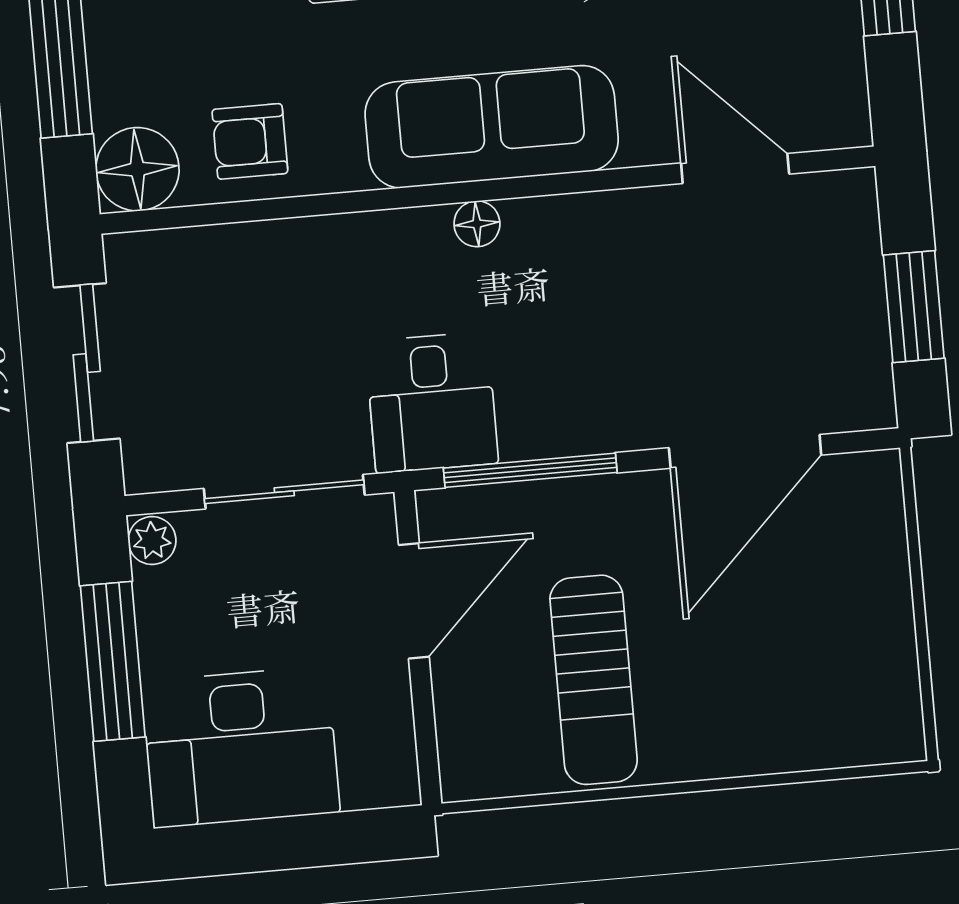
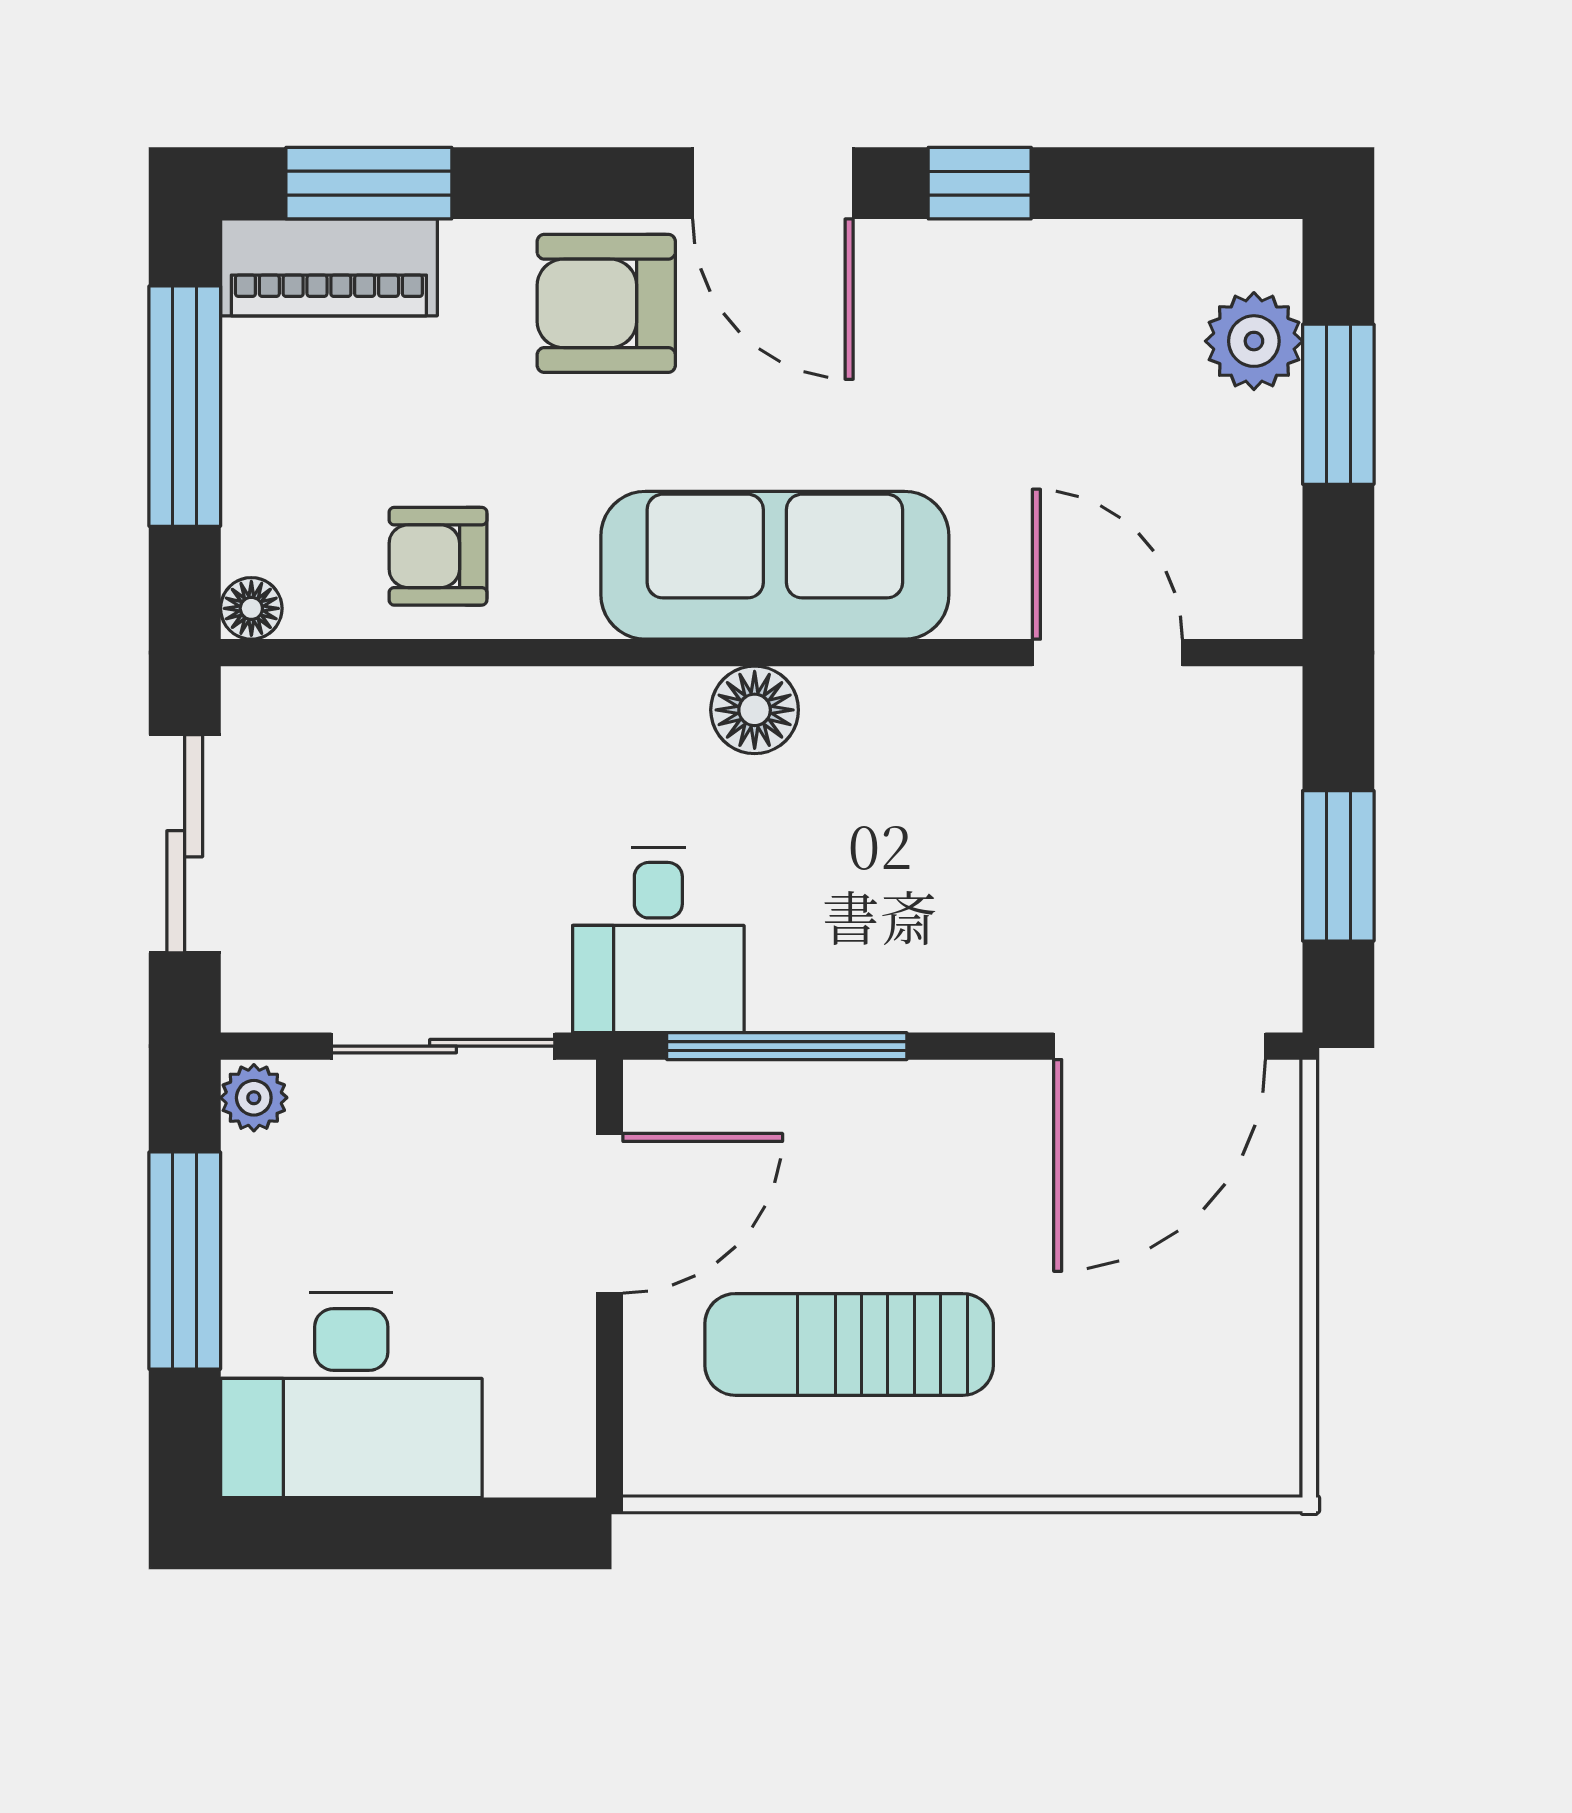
floor lamp: (137, 169) -> (251, 608), width x0.53, depth x0.53
floor lamp: (477, 224) -> (755, 710), width x1.37, depth x1.37
door: (745, 451) -> (1160, 1046), moved
sun lounger: (594, 680) -> (849, 1344), turned 90

